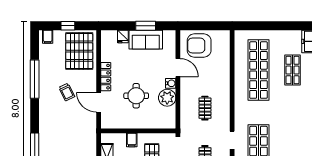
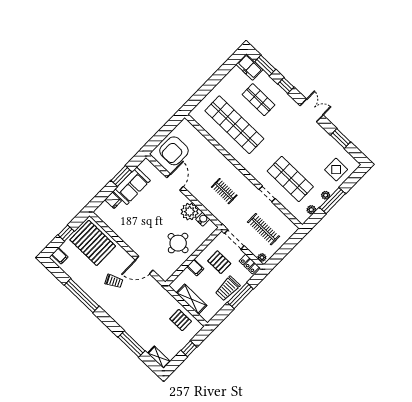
door: (178, 68) -> (175, 182), hinge flipped
locker: (106, 77) -> (130, 242), removed
water cooler: (171, 83) -> (203, 219), moved
round table: (136, 96) -> (178, 243), moved

